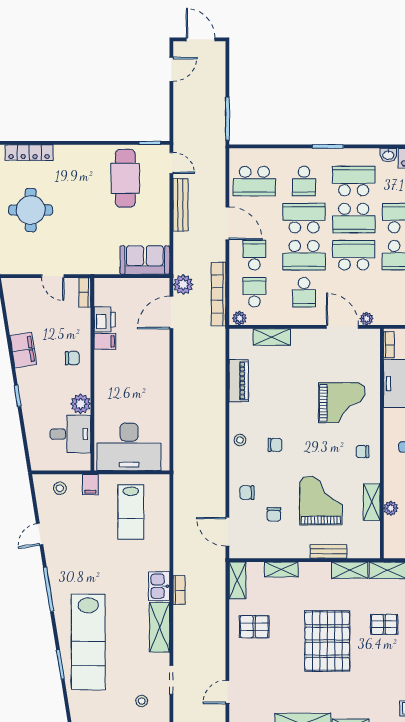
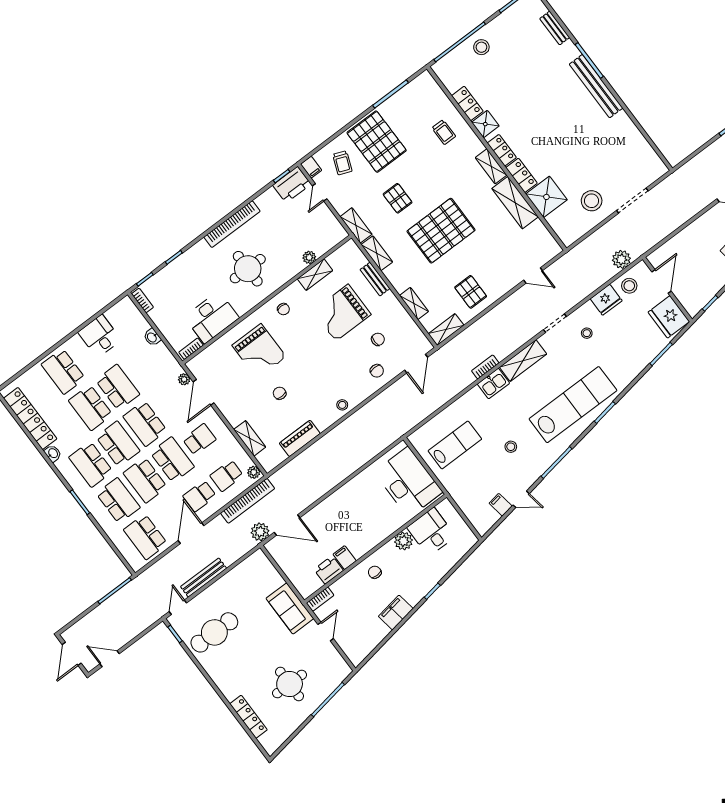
school desk: (254, 181) -> (145, 537), turned 180
school desk: (304, 181) -> (118, 501), width x1.85
sofa: (145, 260) -> (290, 608), moved
grand piano: (342, 403) -> (259, 351), turned 180
chair: (275, 445) -> (280, 393), moved
filing cabinet: (90, 485) -> (501, 505), moved, turned -99
stool: (60, 488) -> (511, 447), moved

